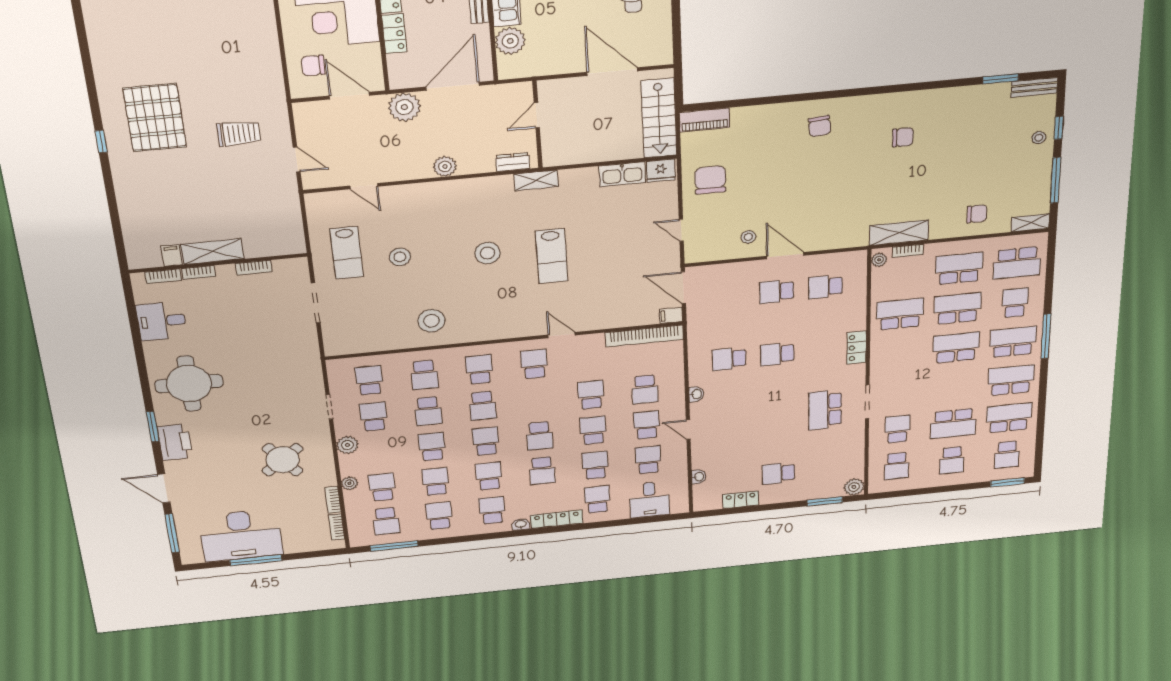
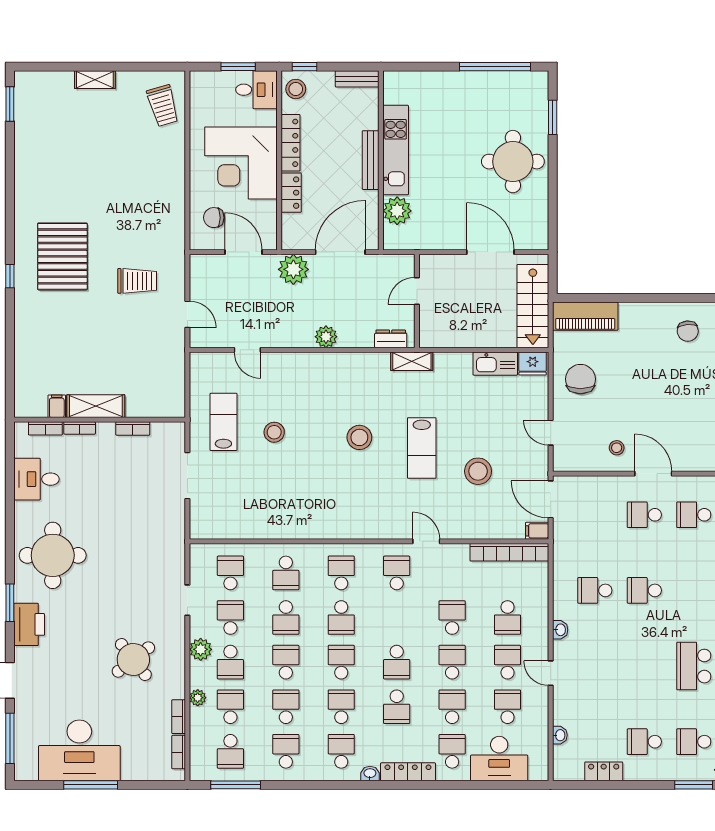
piano: (705, 120) -> (585, 316), width x1.37, depth x1.33
lab bench: (347, 253) -> (223, 422), turned 180
stool: (431, 321) -> (478, 471), moved
school desk: (378, 452) -> (230, 662), added
school desk: (825, 469) -> (694, 742), added
desk: (649, 500) -> (499, 759), width x1.37

